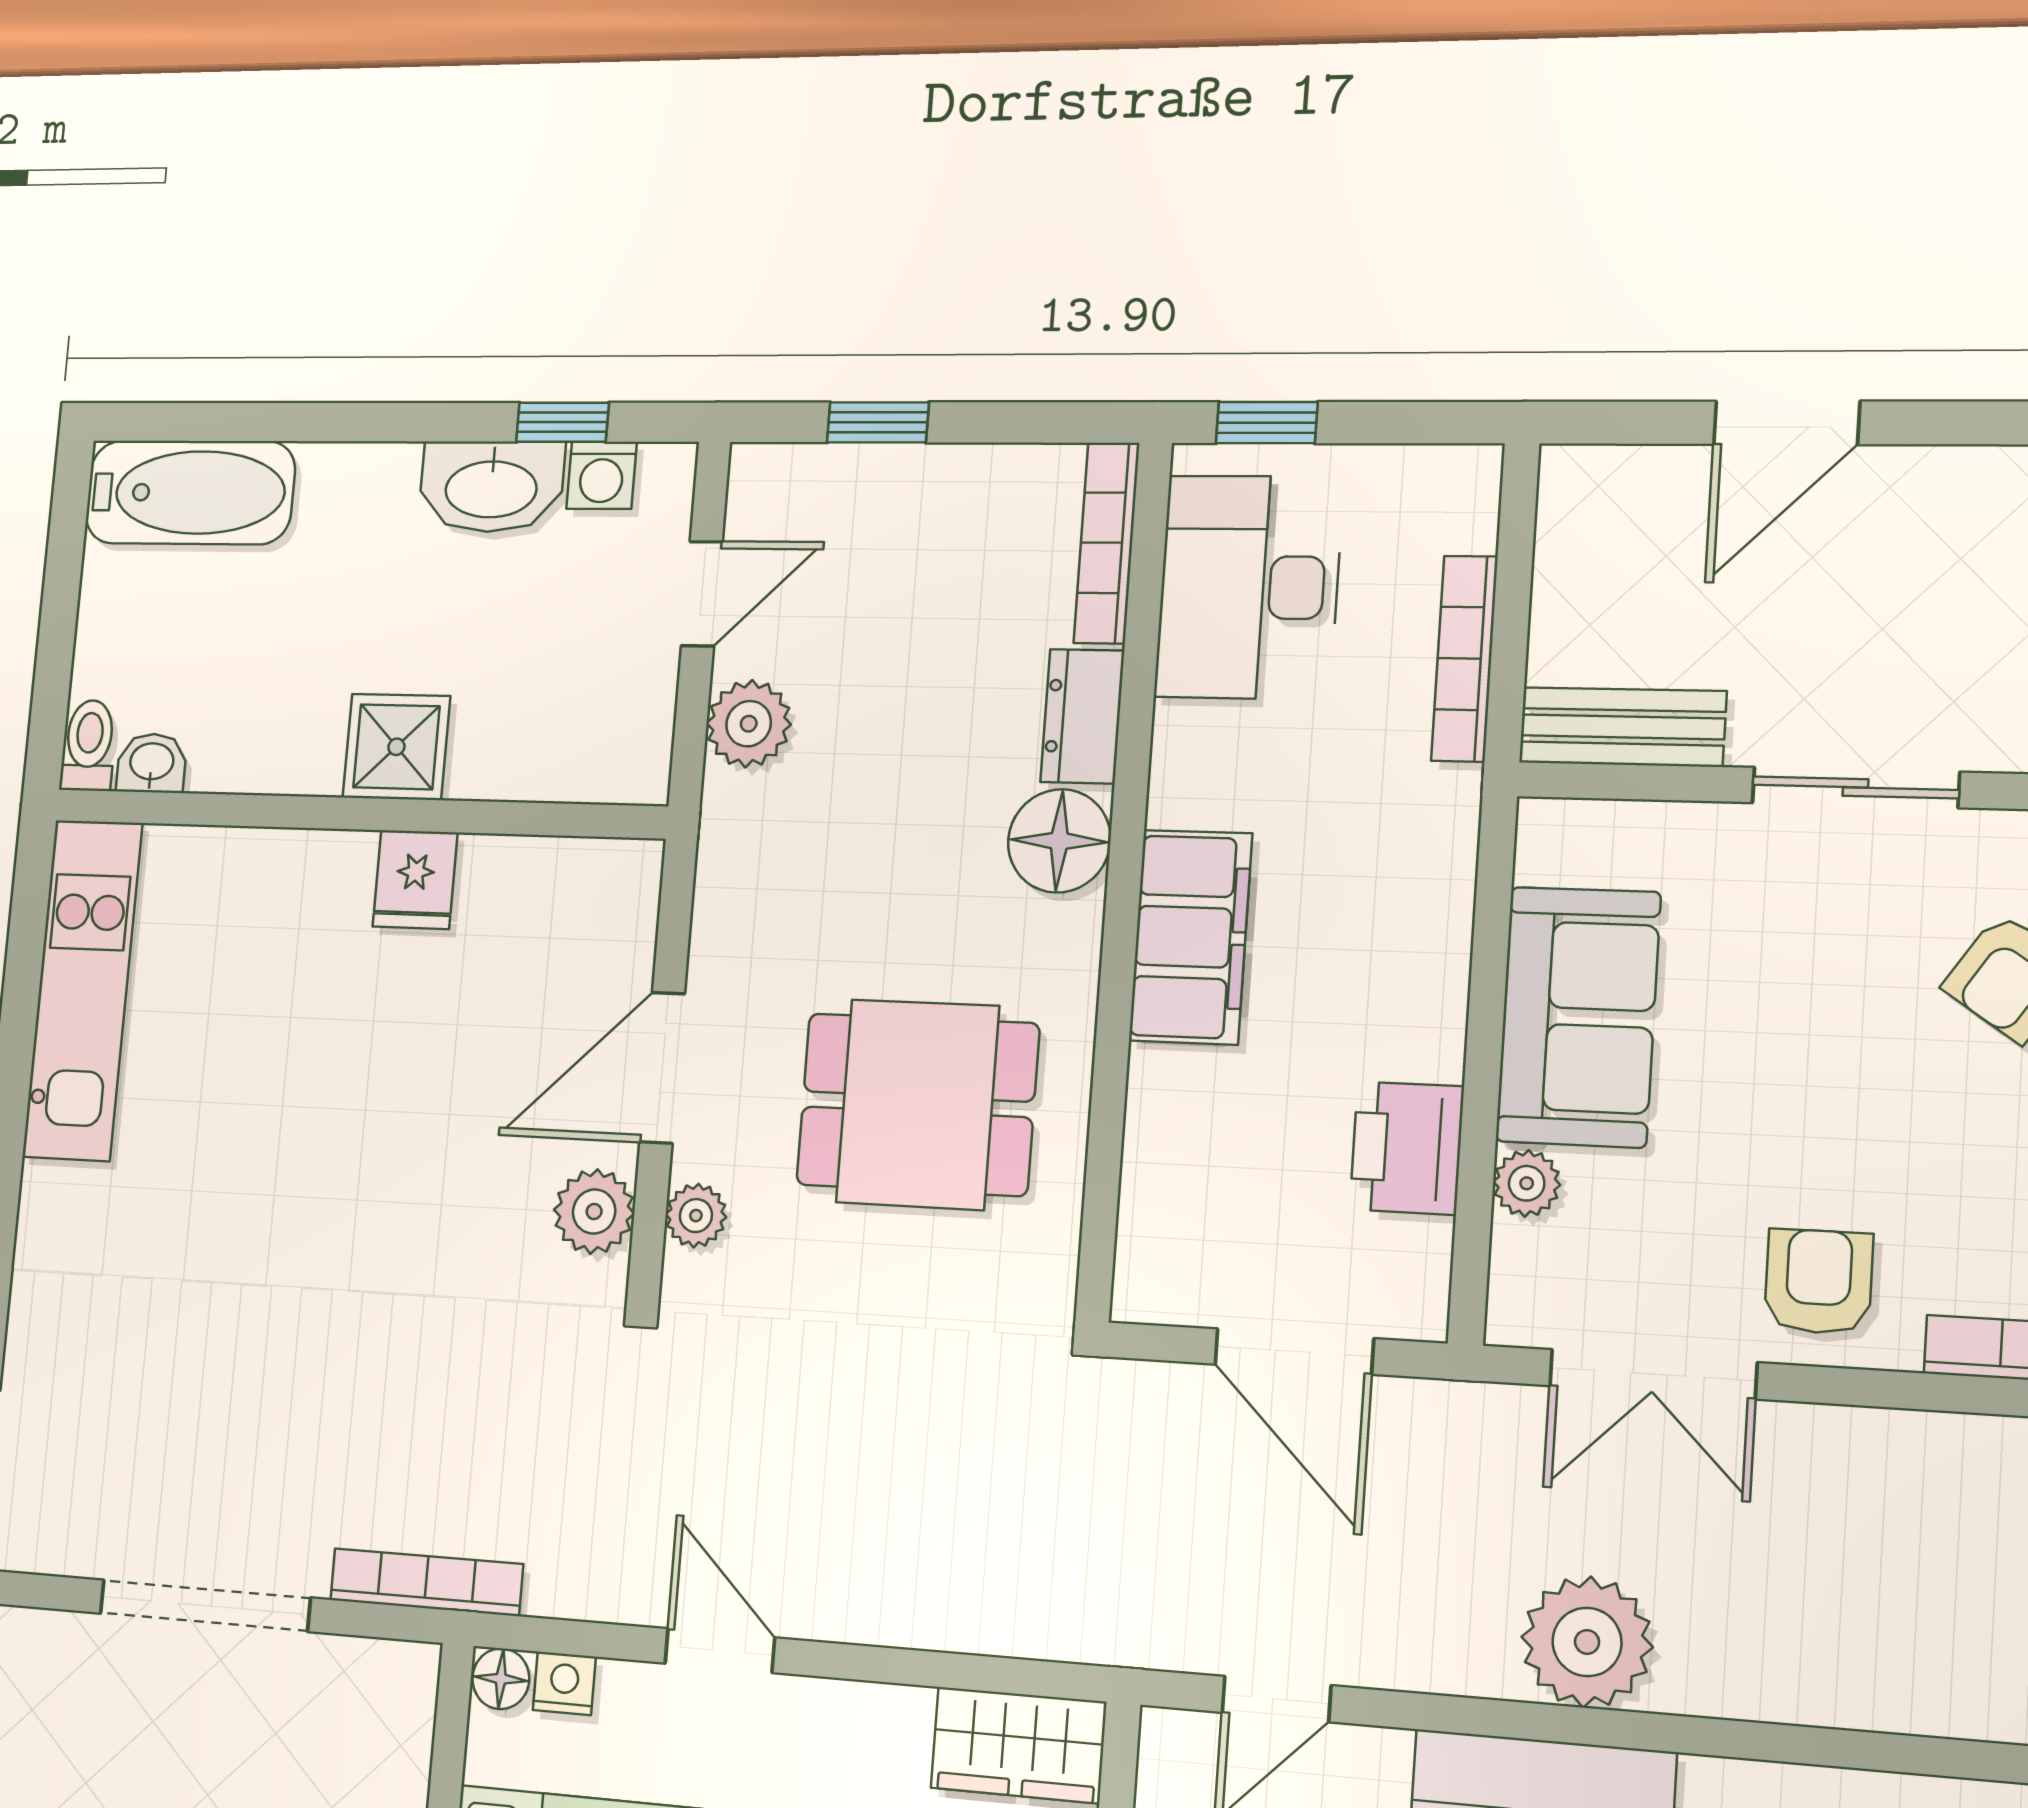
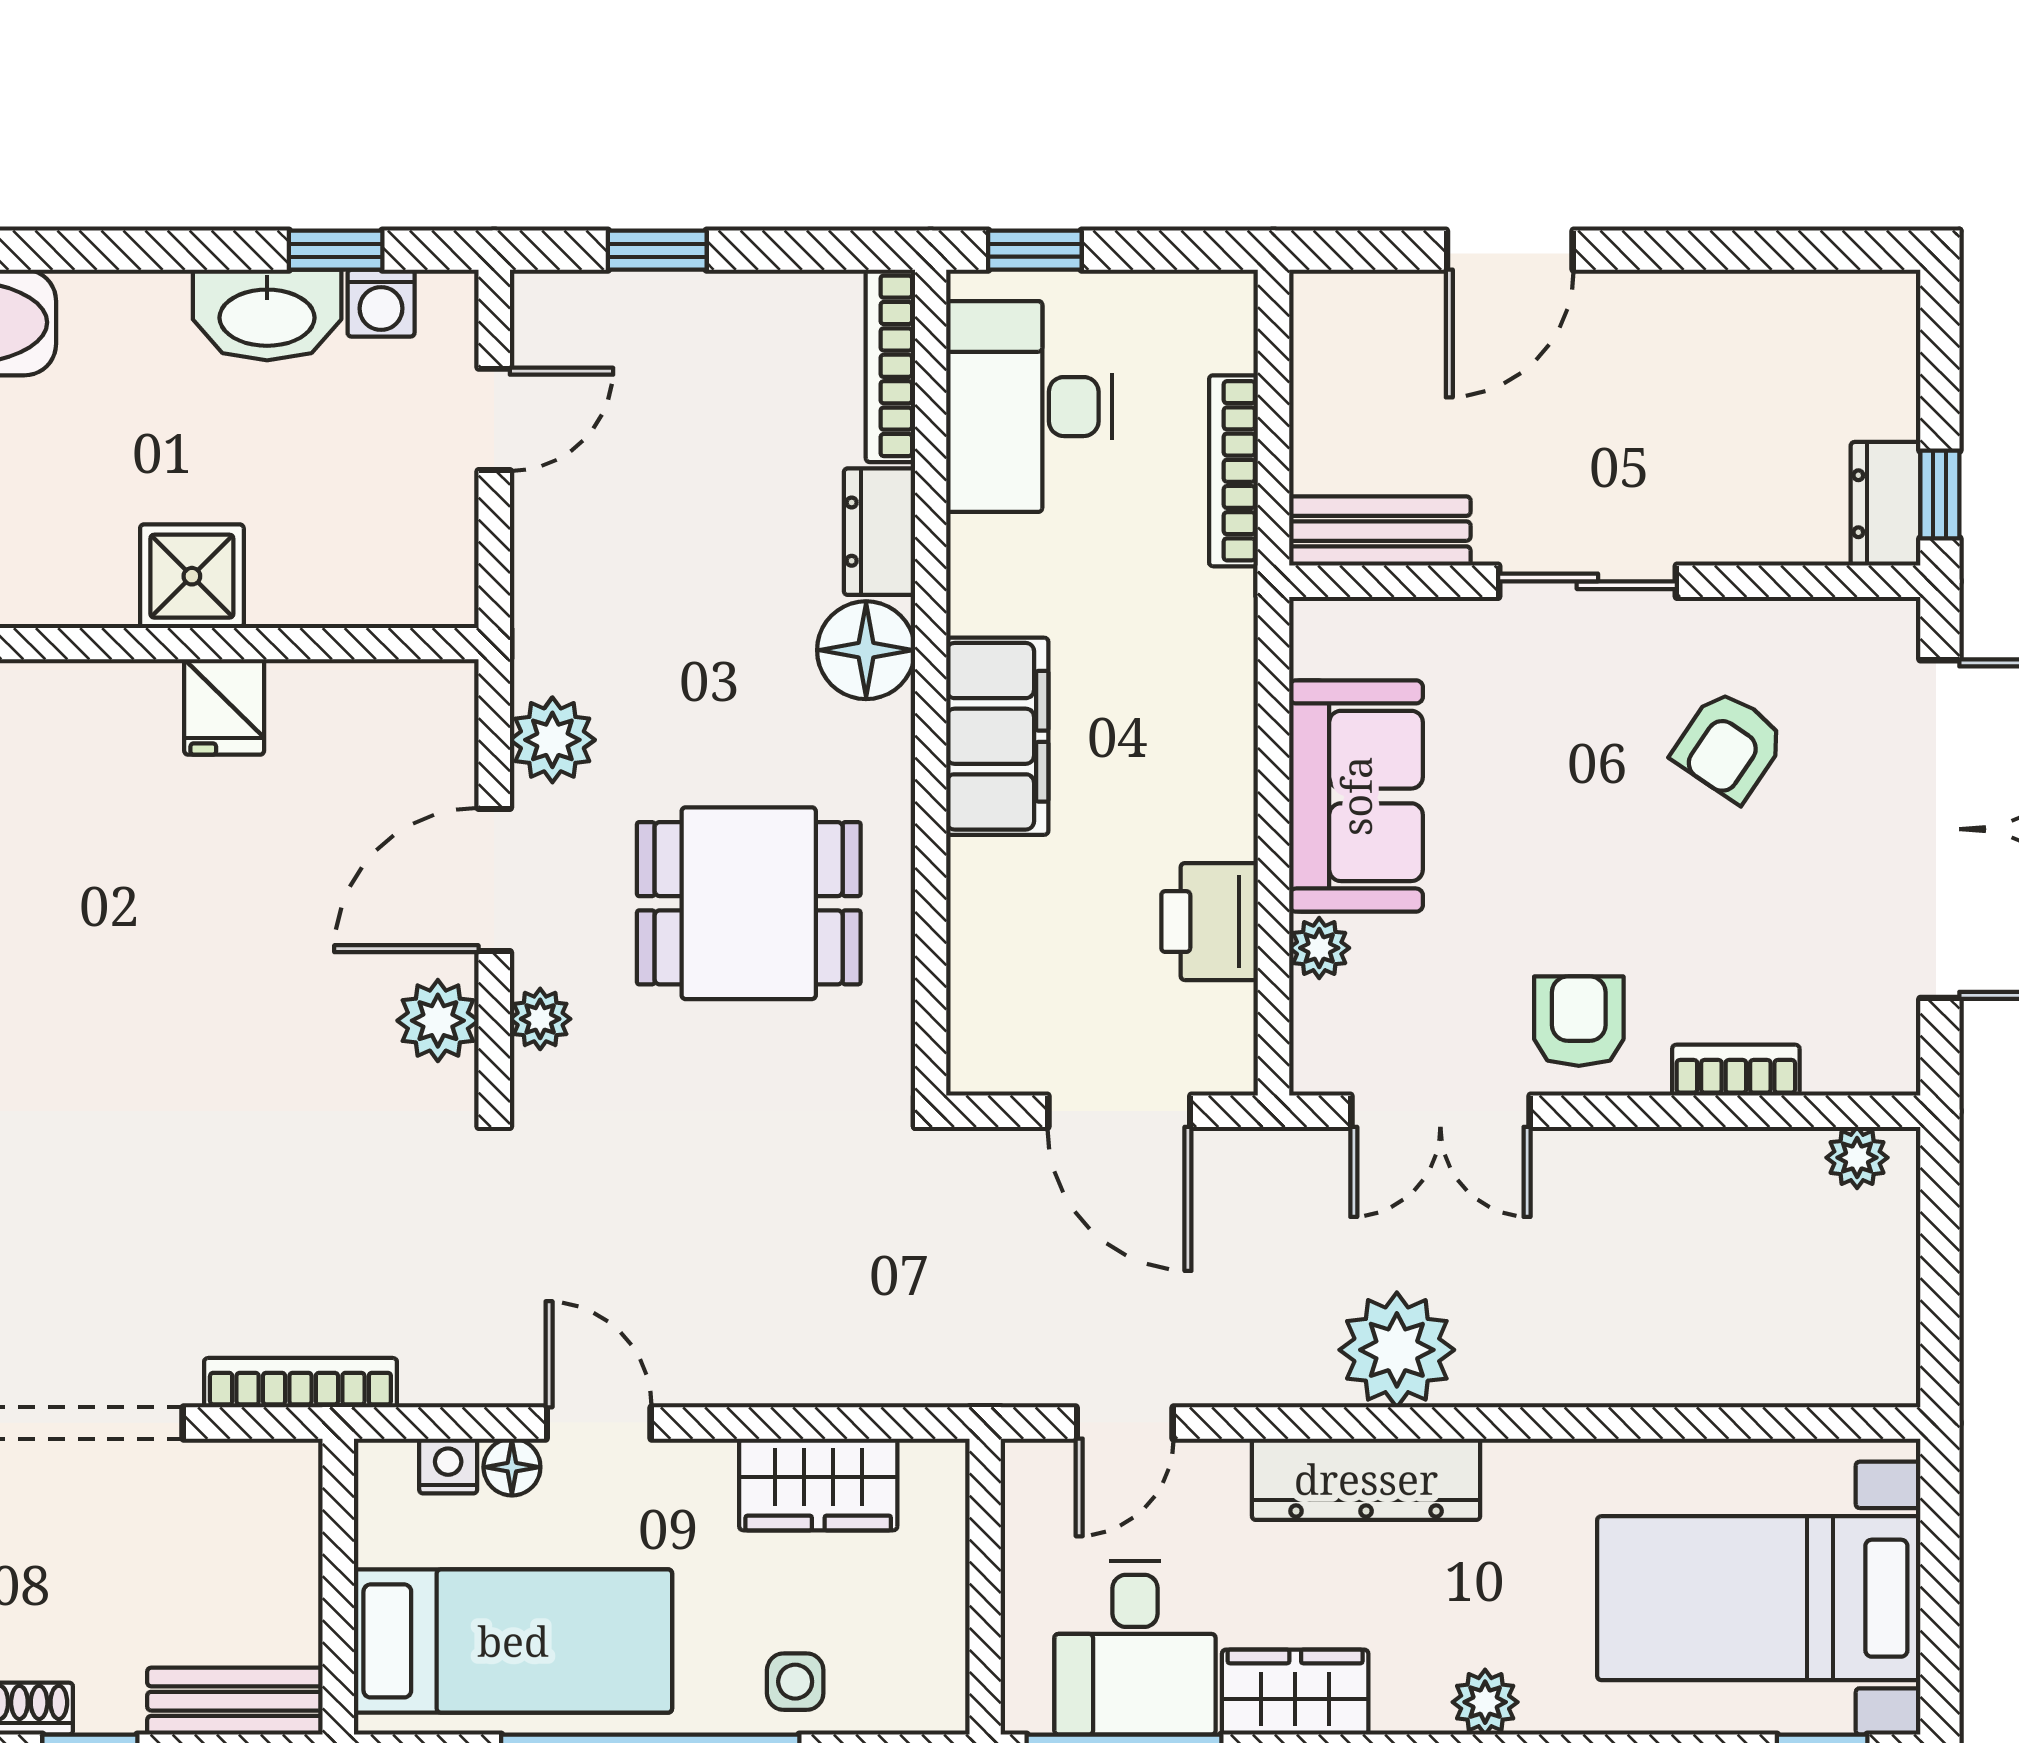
plant: (749, 724) -> (552, 740), moved
floor lamp: (501, 1679) -> (512, 1467), moved
wardrobe: (1018, 1745) -> (818, 1484), moved

